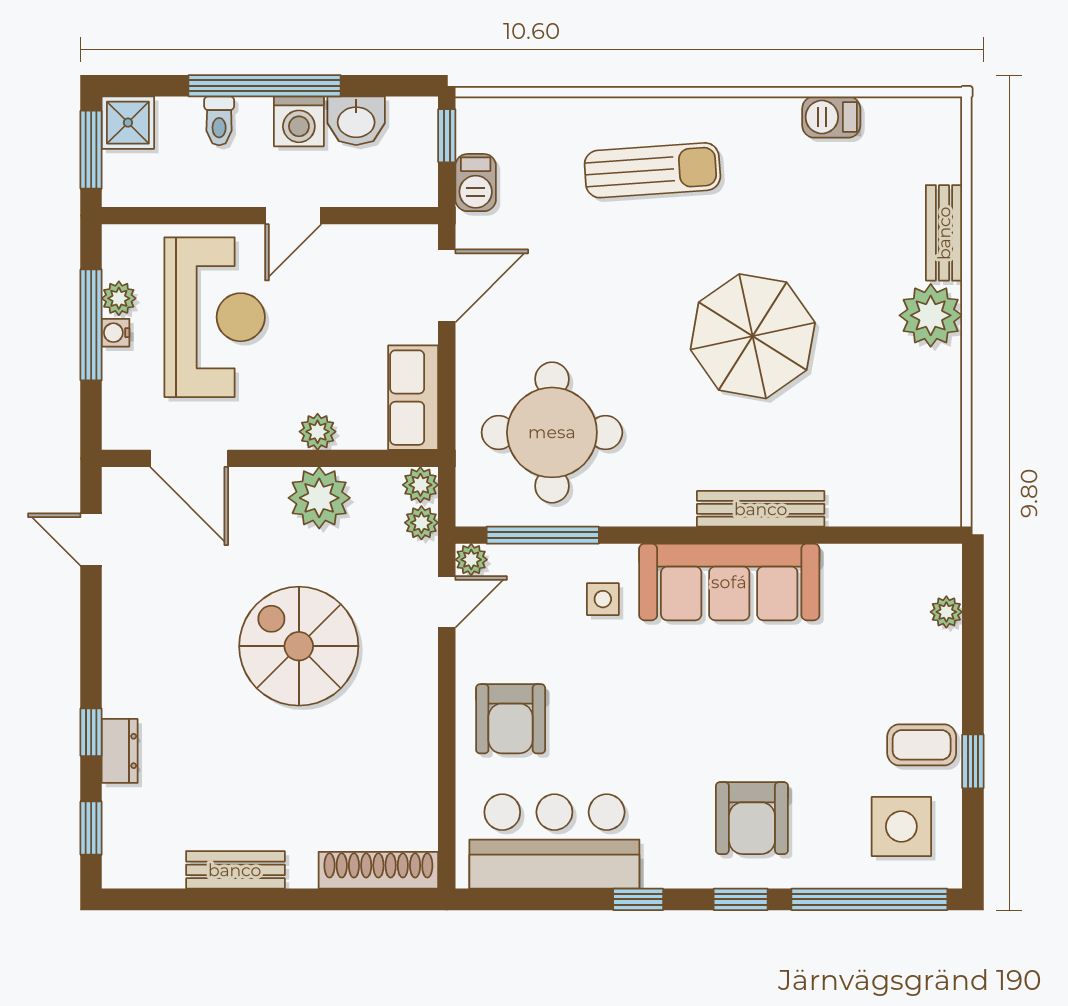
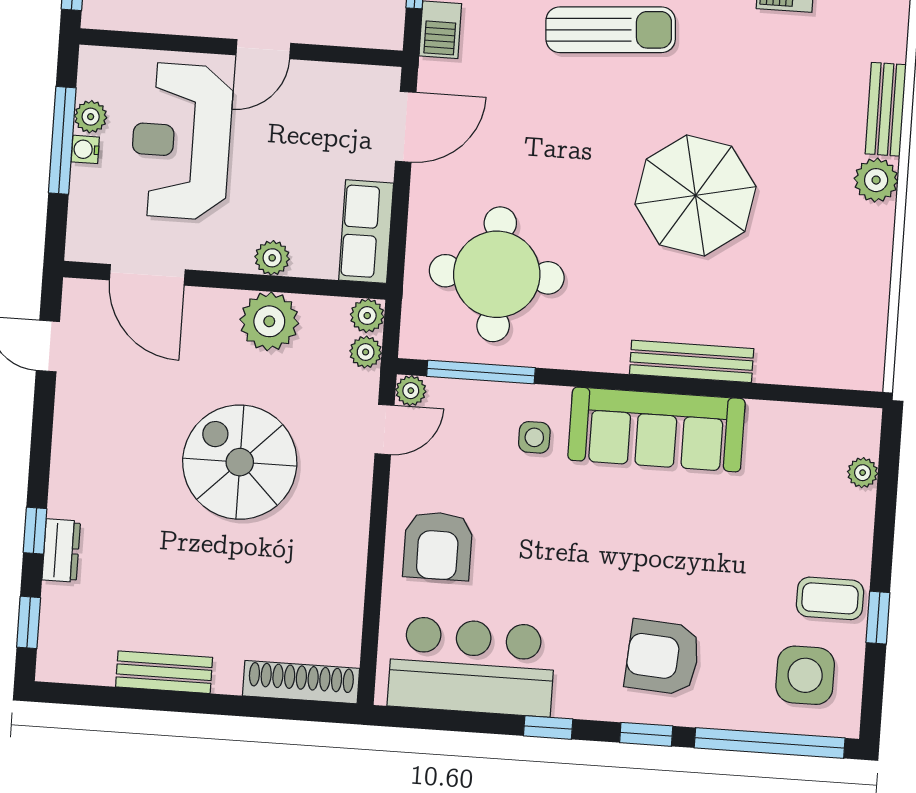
plant: (931, 315) -> (876, 180), width x0.73, depth x0.73
reception desk: (215, 317) -> (181, 141), turned 180
armchair: (752, 818) -> (662, 657), turned 94

